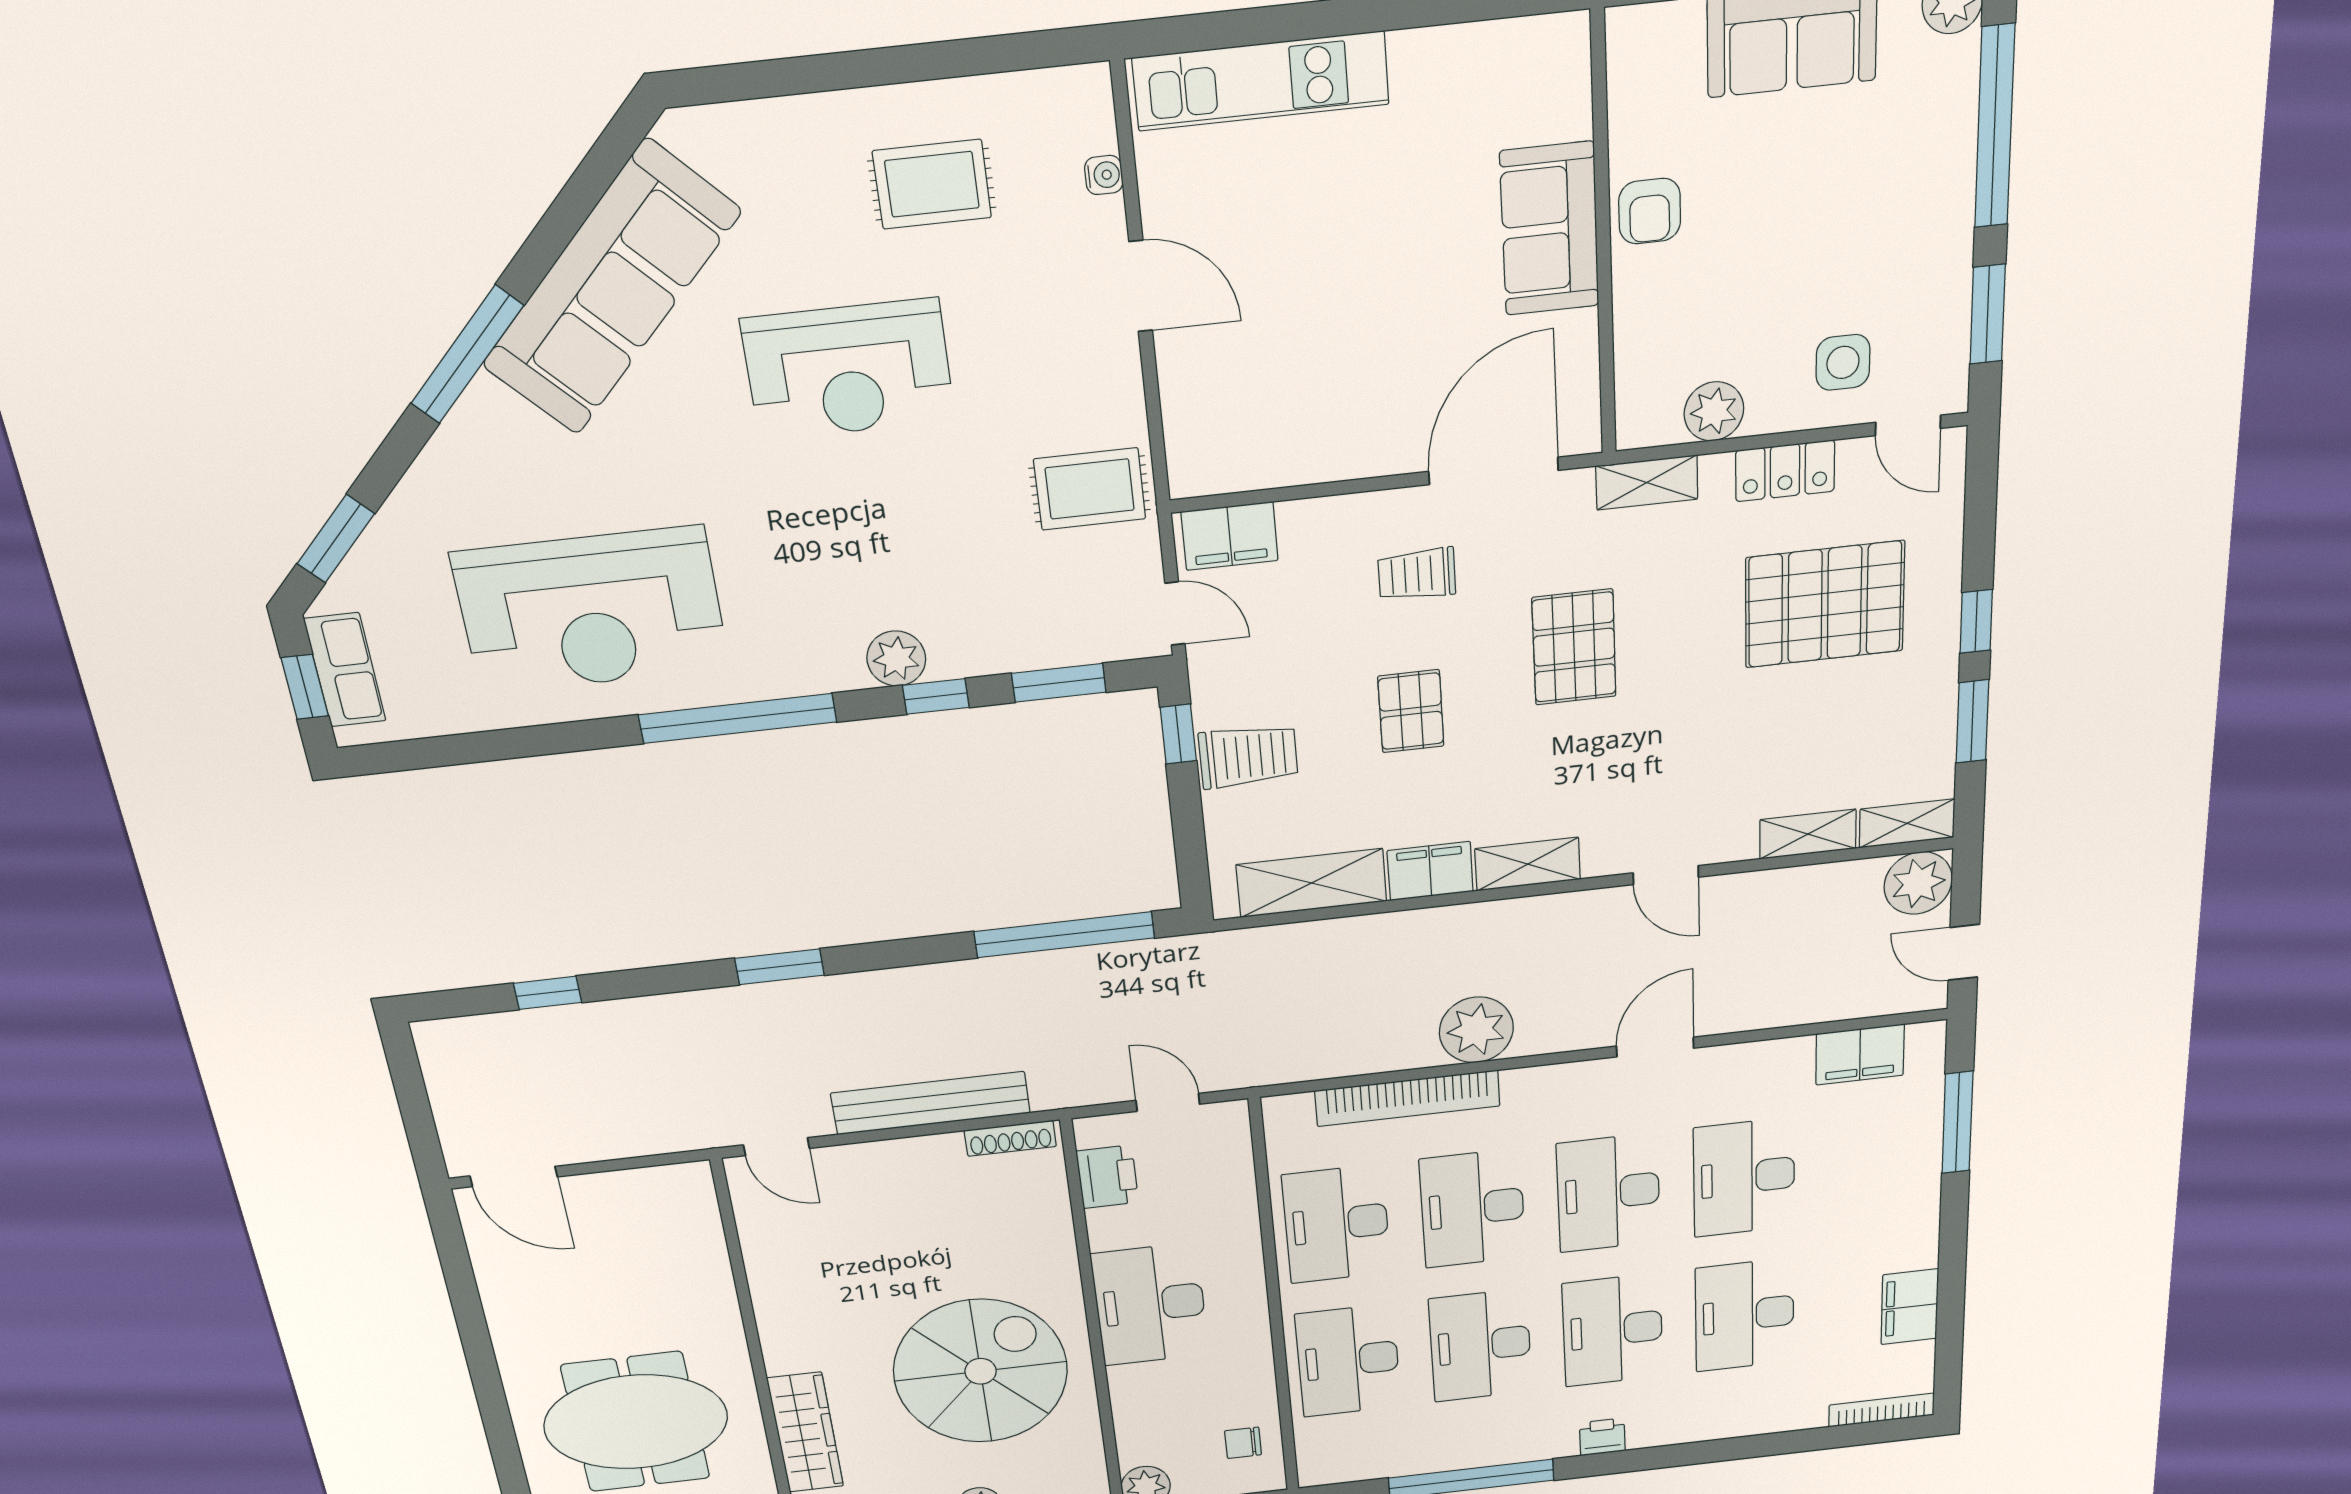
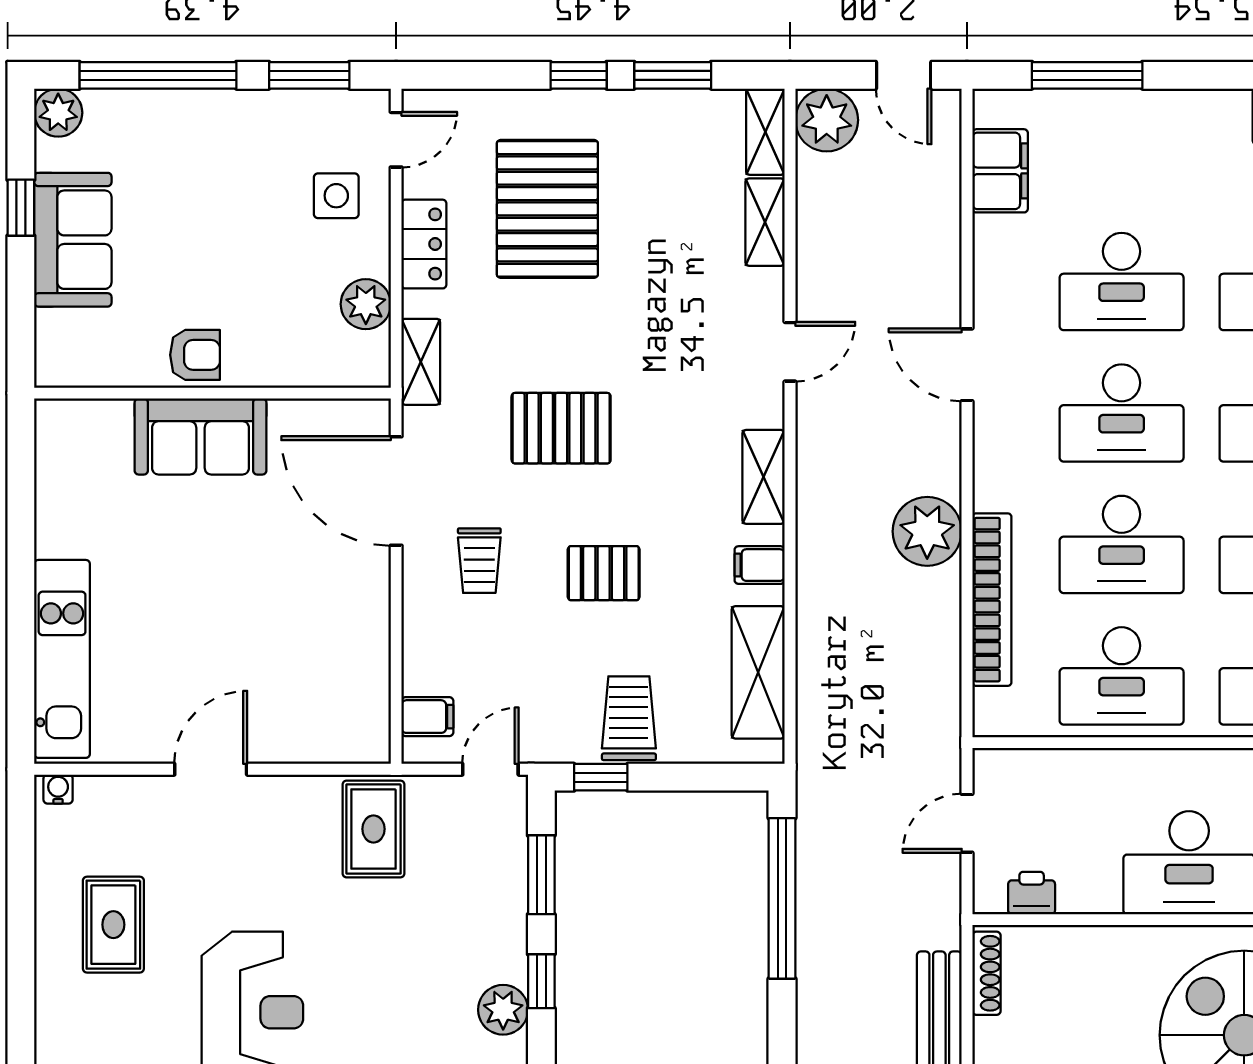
water cooler: (1104, 175) -> (58, 789), moved
filing cabinet: (1230, 536) -> (427, 717), width x0.50
filing cabinet: (1430, 871) -> (760, 565), width x0.50
door: (1964, 952) -> (904, 75), hinge flipped
printer: (1107, 1177) -> (1032, 893), width x0.73, depth x0.81

